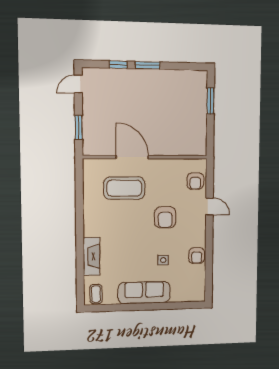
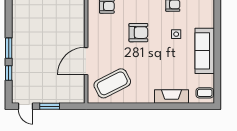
window: (79, 127) -> (50, 106), moved
coffee table: (124, 188) -> (112, 83), moved, turned 63

